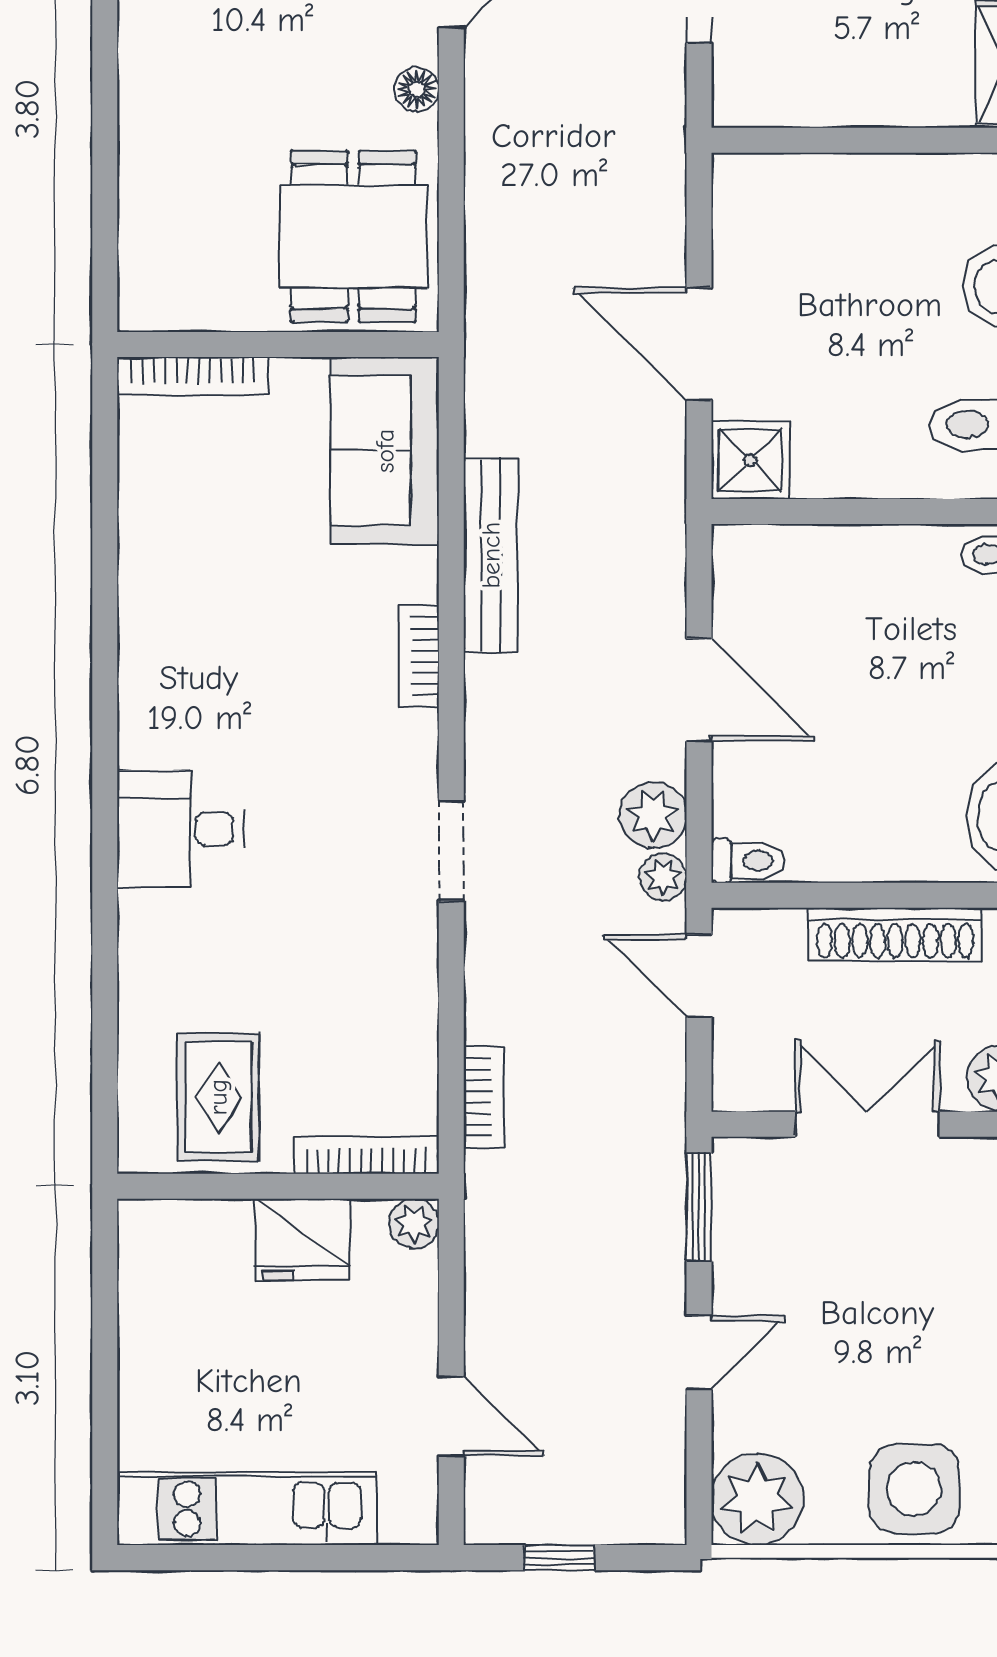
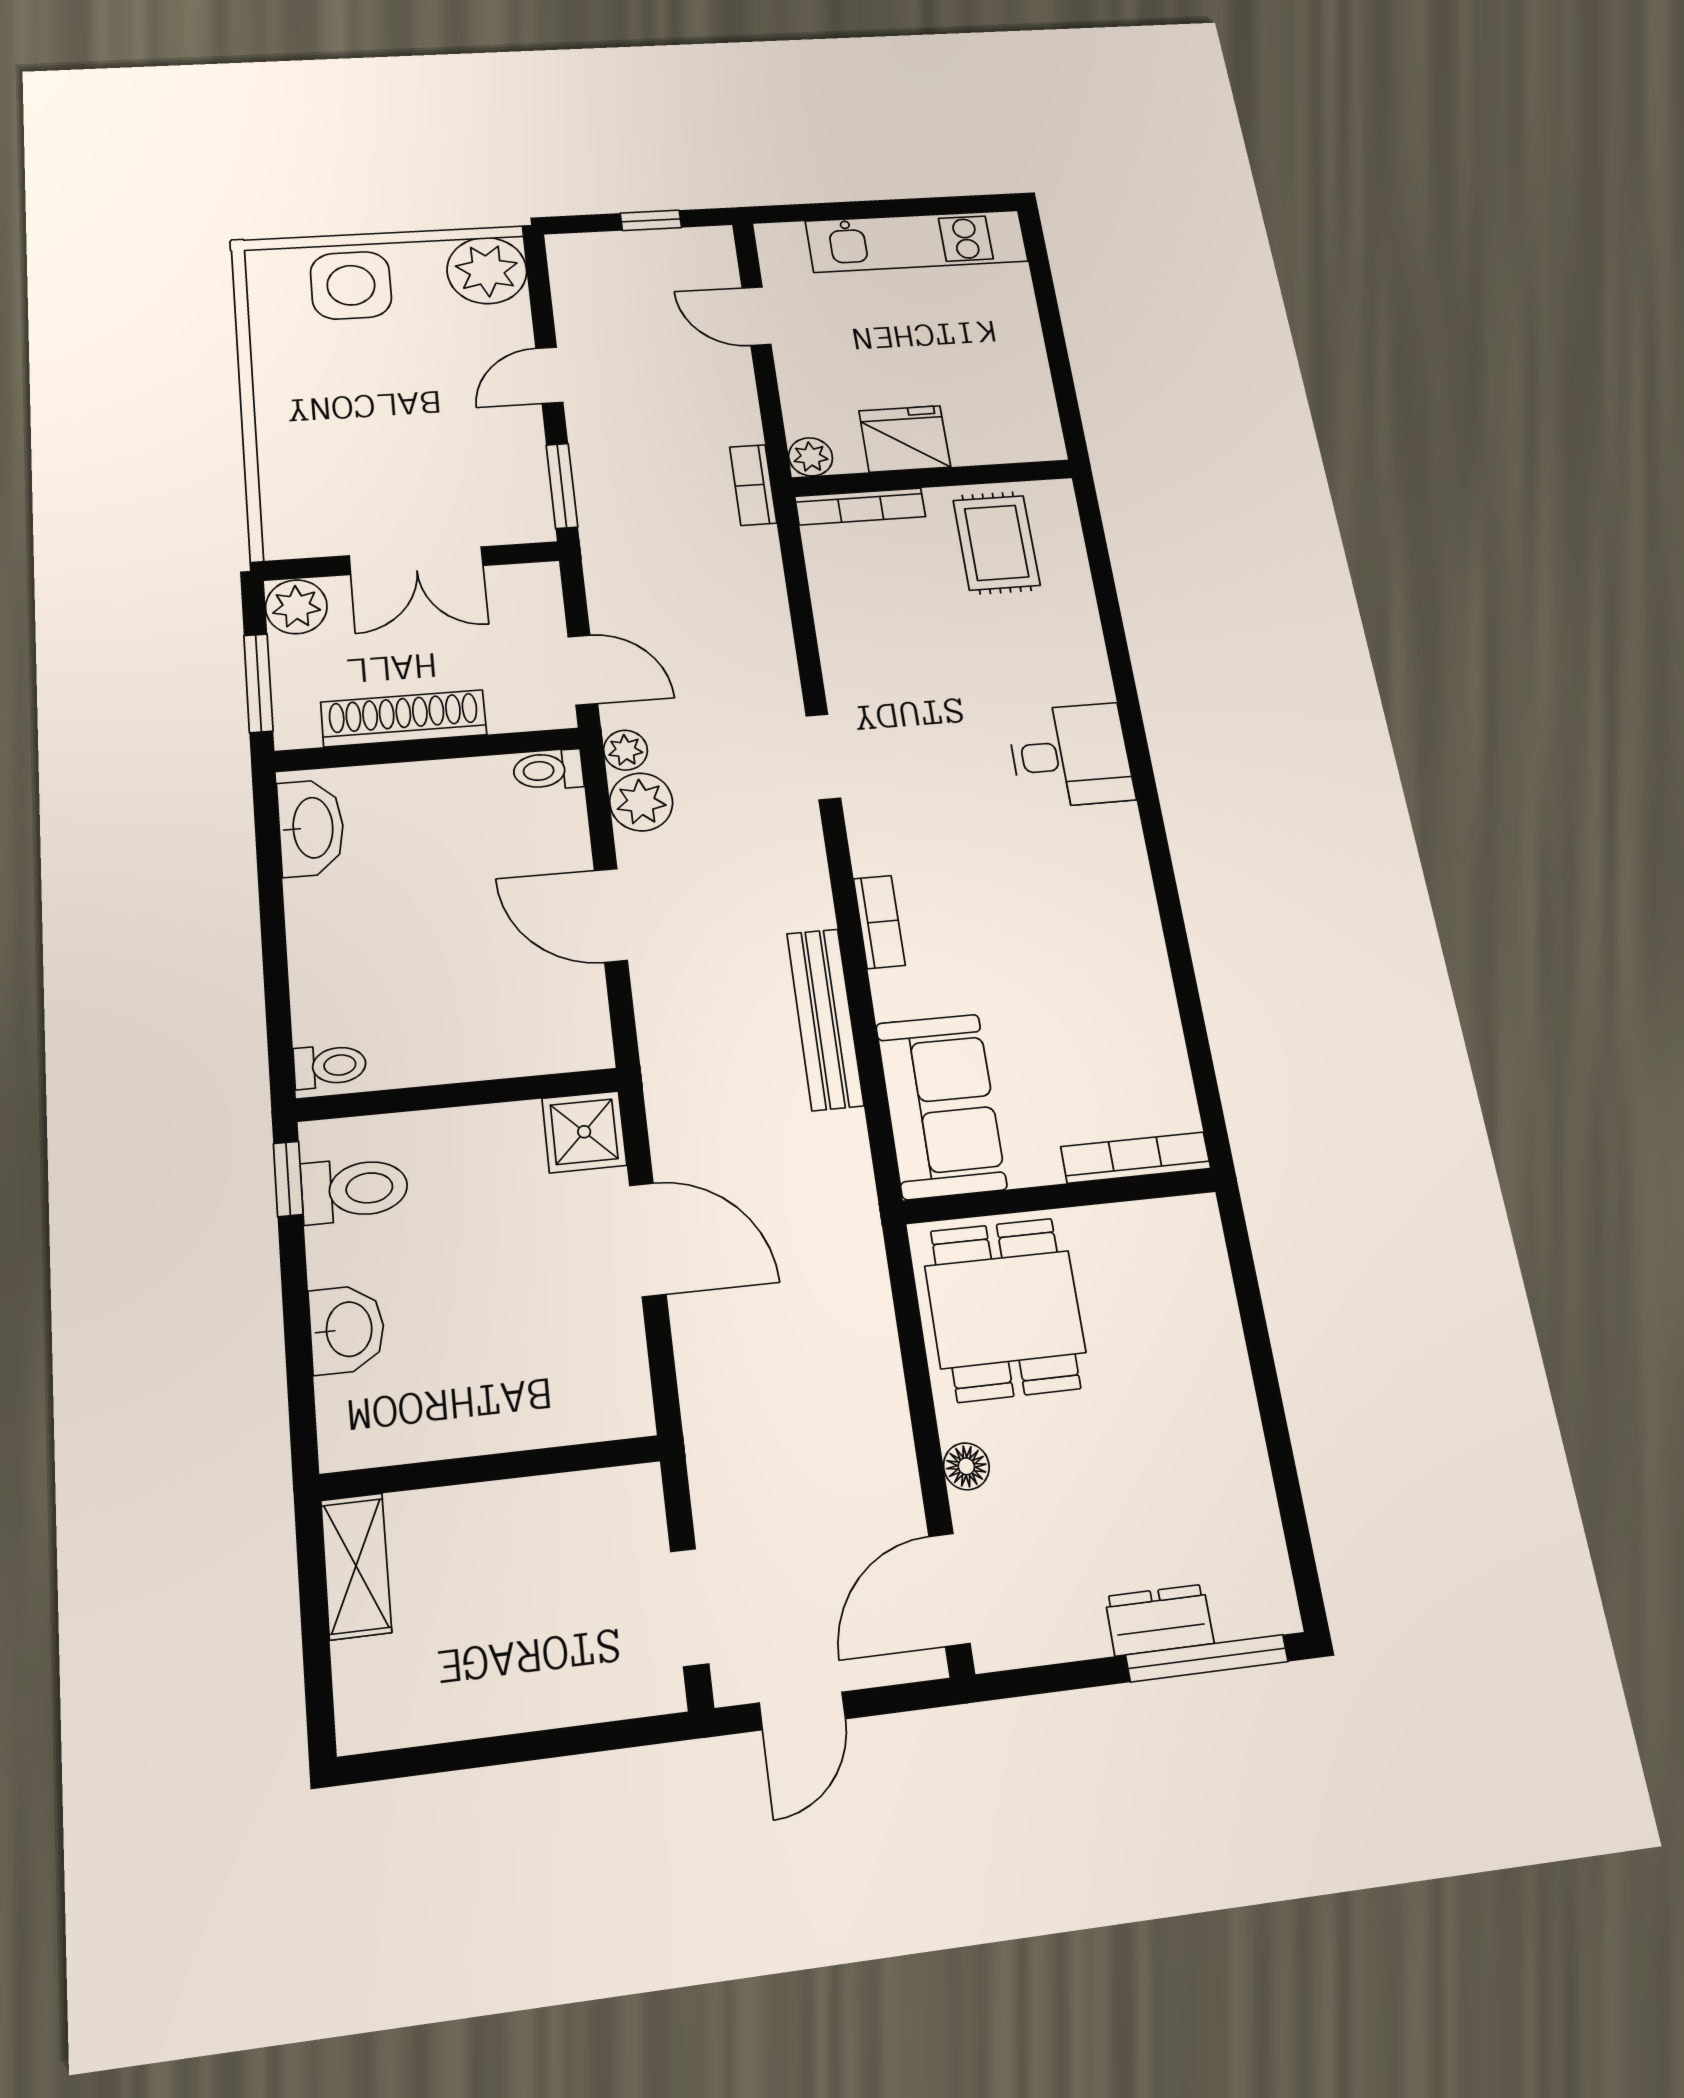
bookcase: (484, 1097) -> (753, 485), moved

